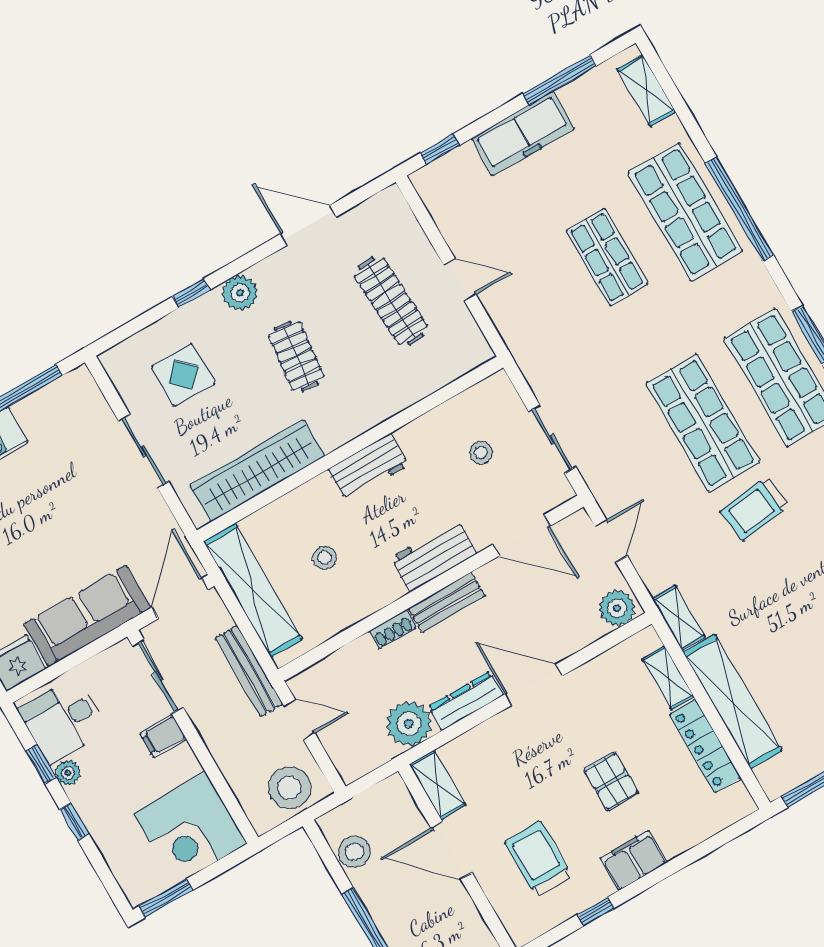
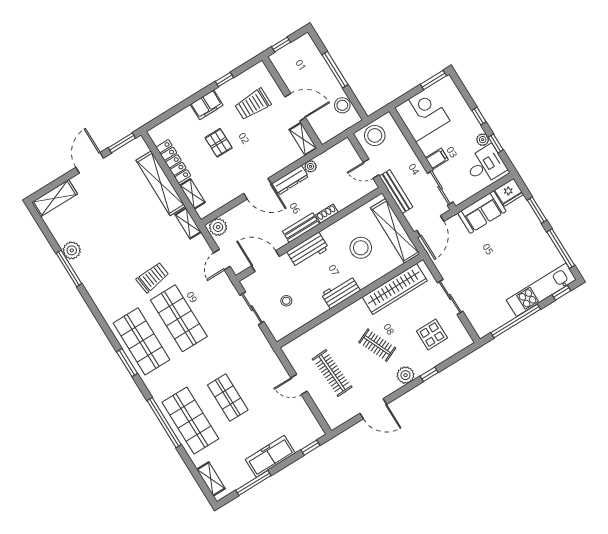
clothes rail: (296, 356) -> (377, 345), turned -30
stool: (325, 557) -> (361, 248), width x1.89, depth x1.89
sofa: (87, 616) -> (482, 212), width x0.73
plant: (409, 724) -> (311, 166), width x0.53, depth x0.53
trolley: (538, 859) -> (253, 104), turned 90

